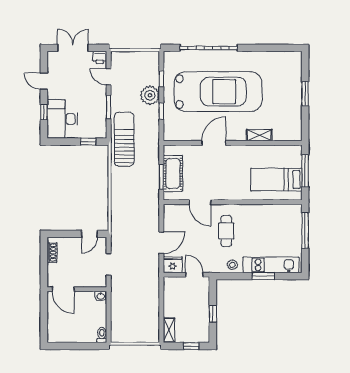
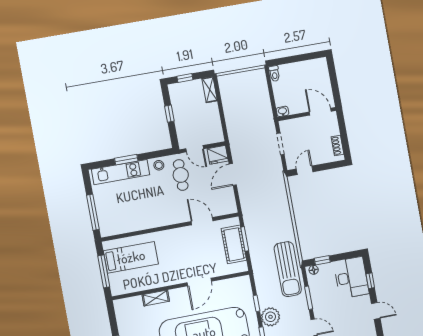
floor lamp: (99, 134) -> (314, 270), added
cafe table: (226, 231) -> (181, 175), moved

